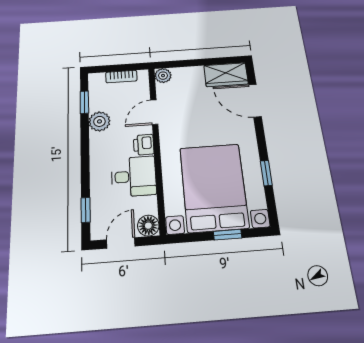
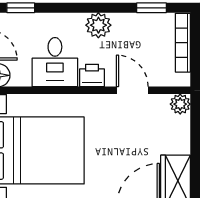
bookcase: (121, 77) -> (183, 43), width x1.56
plant: (99, 121) -> (98, 25), moved

